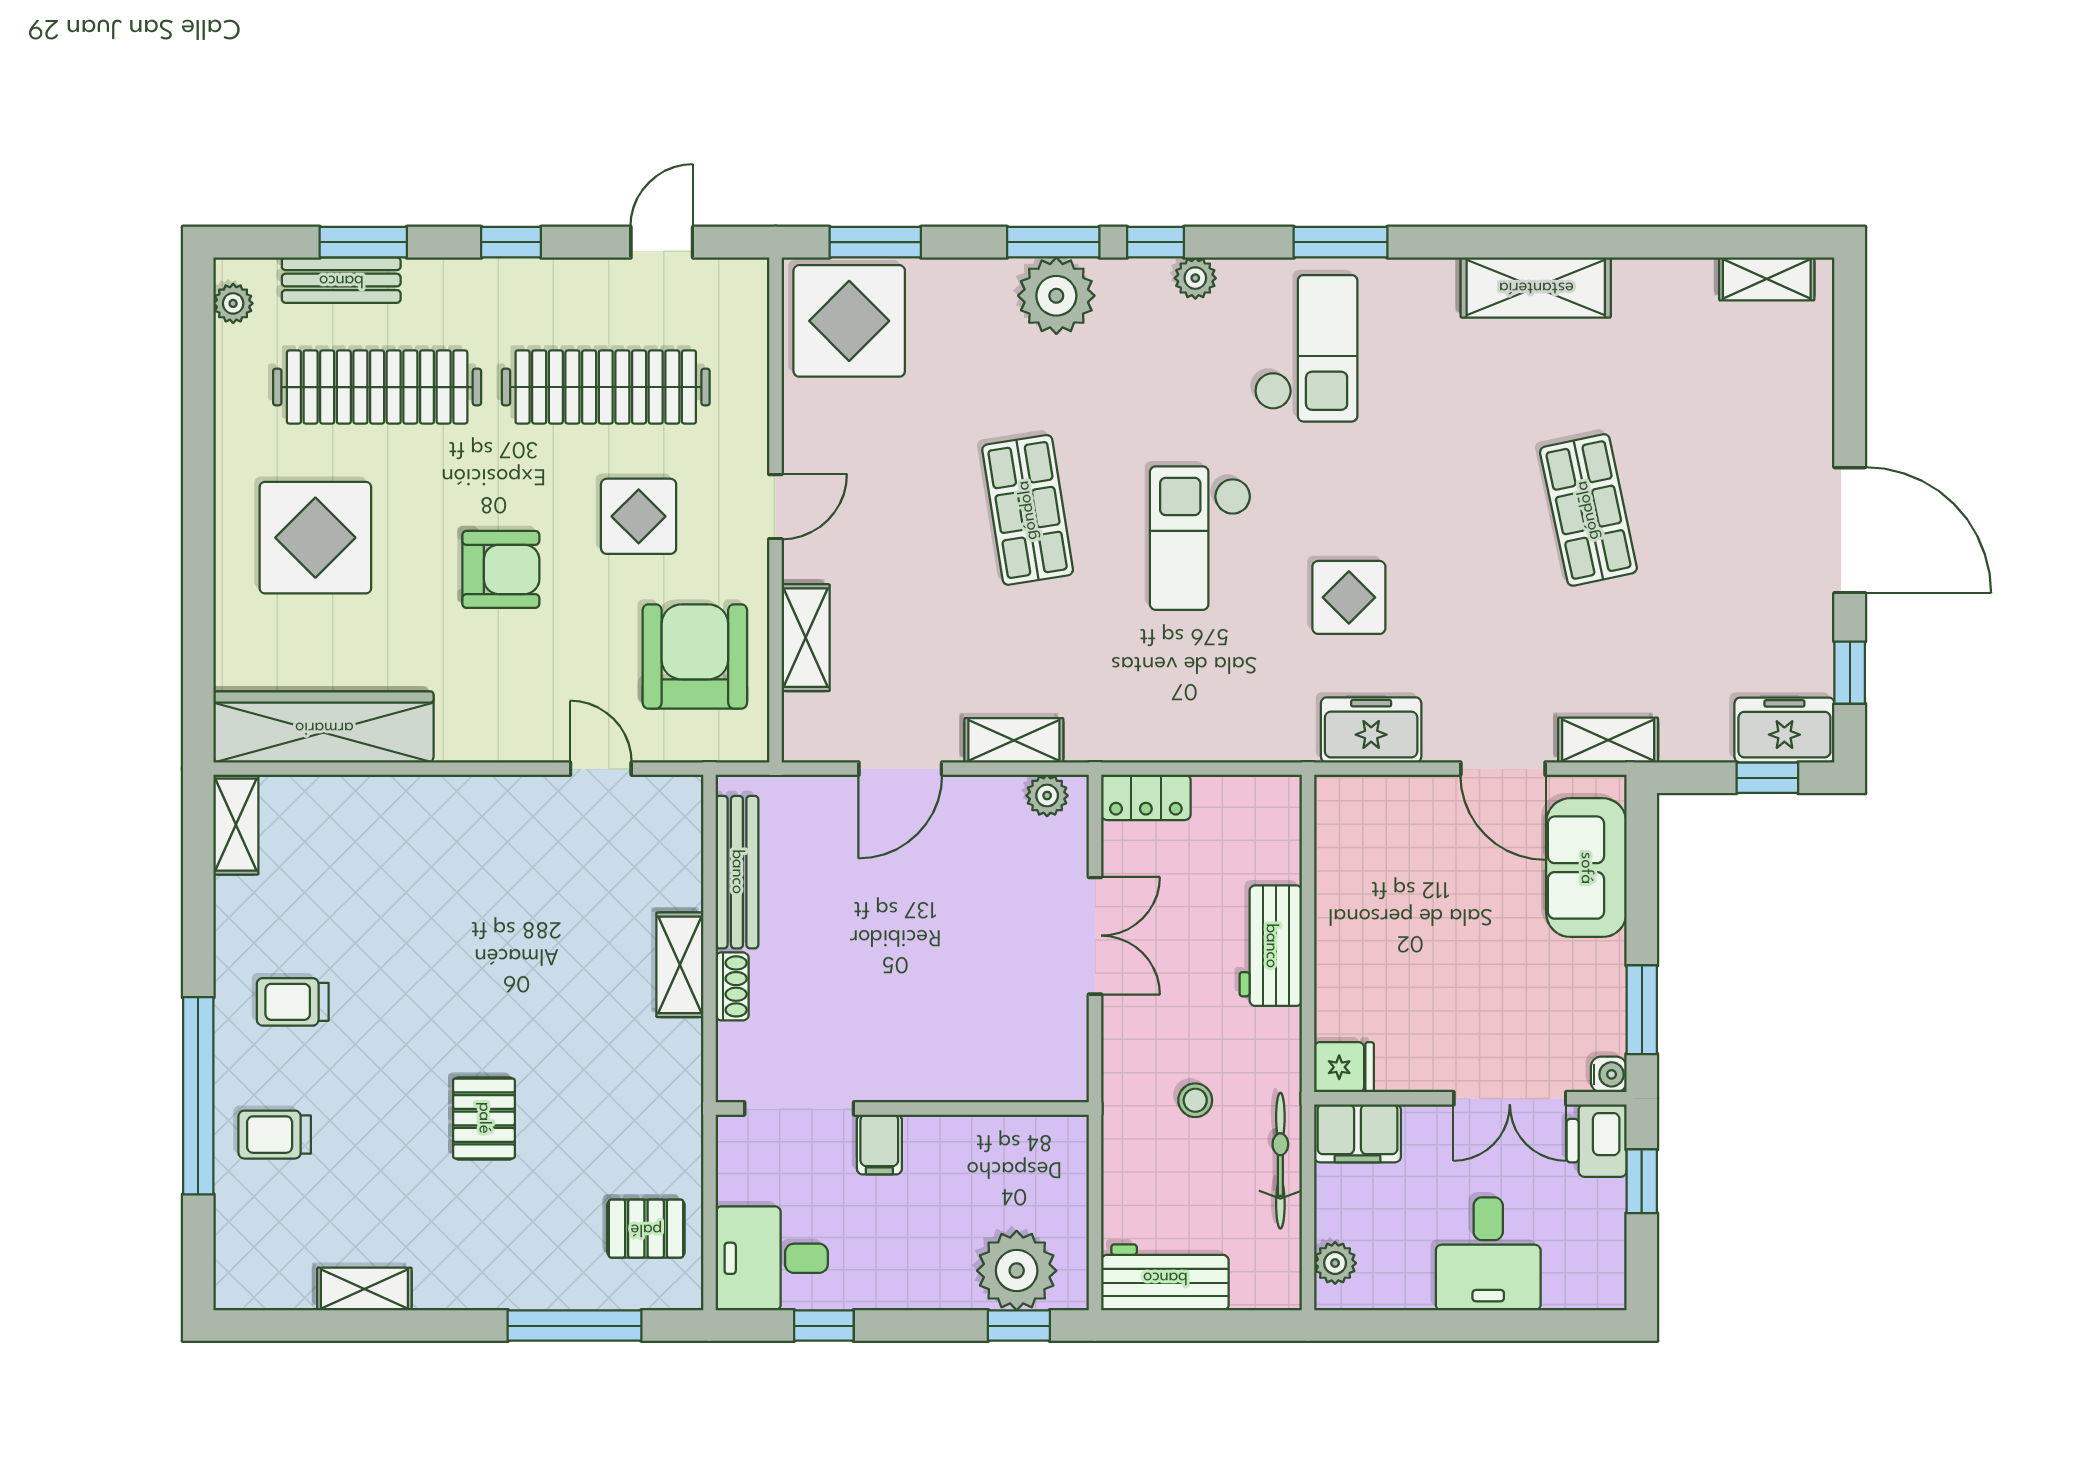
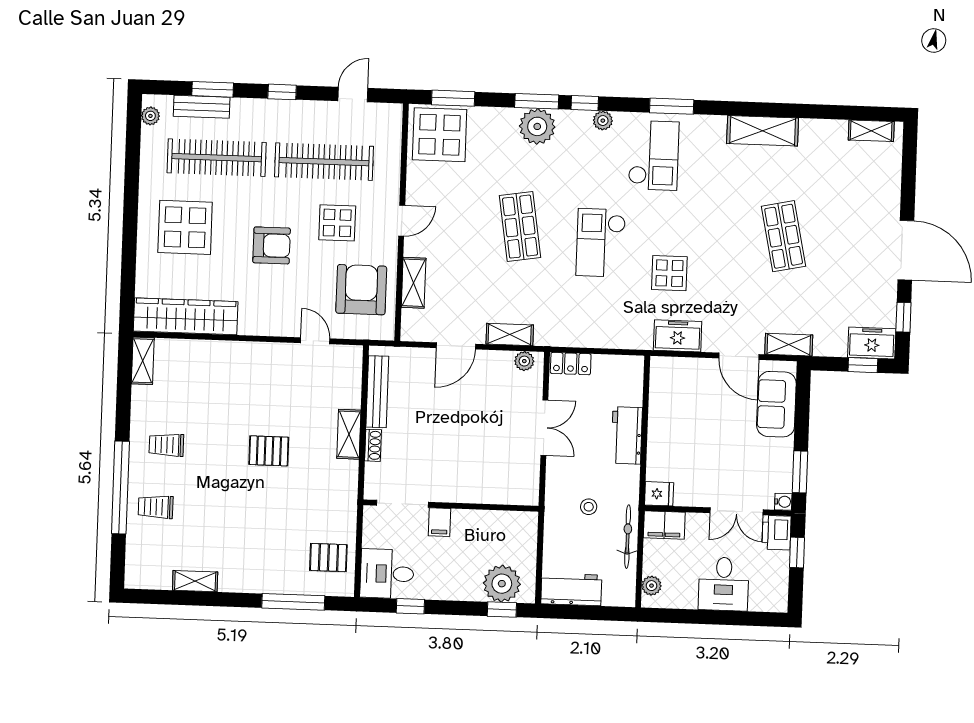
pallet: (484, 1118) -> (269, 451), moved, turned 90

